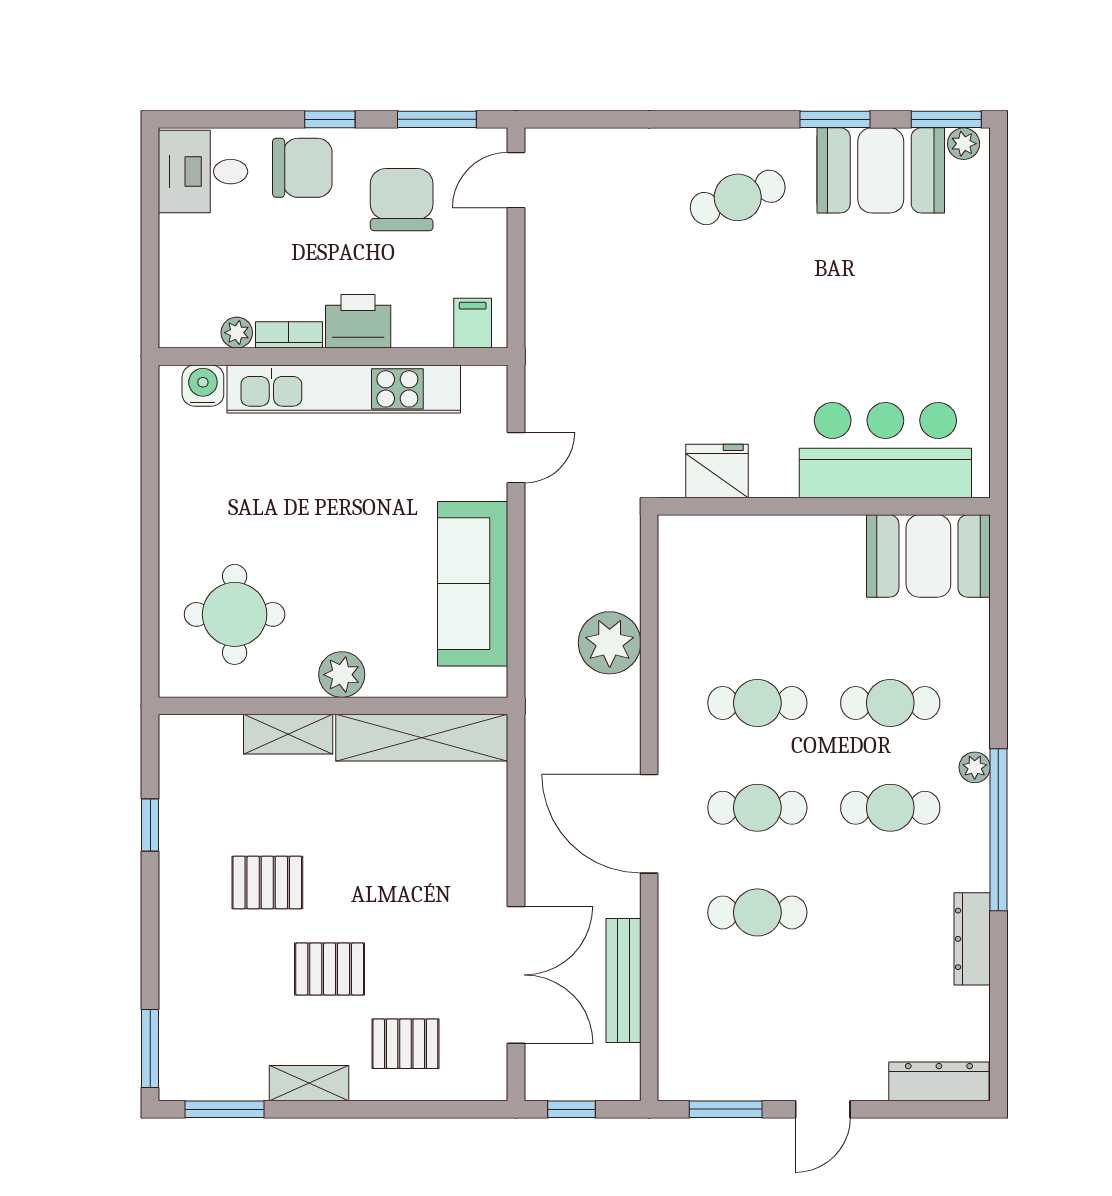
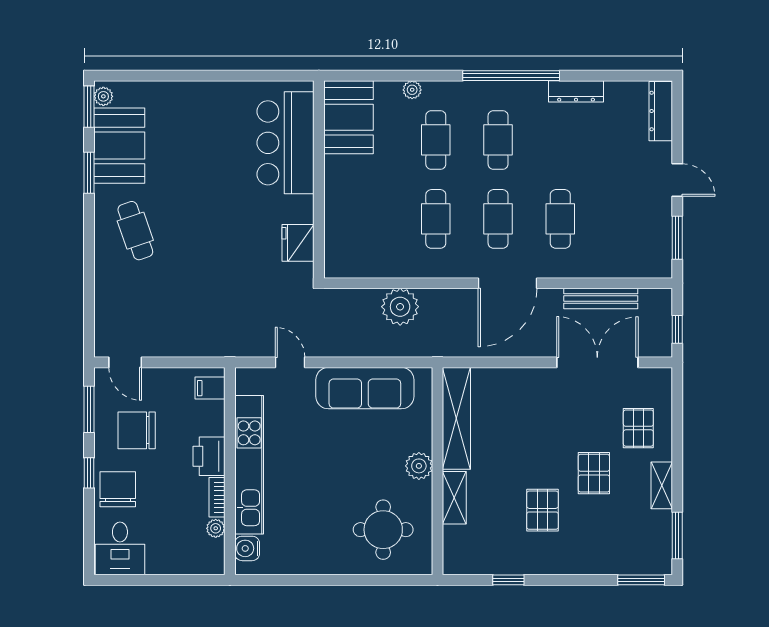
plant: (975, 767) -> (412, 90), moved

